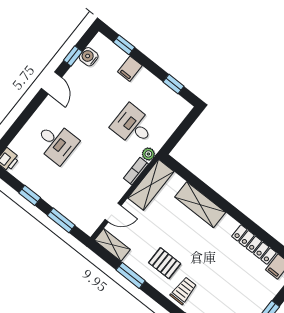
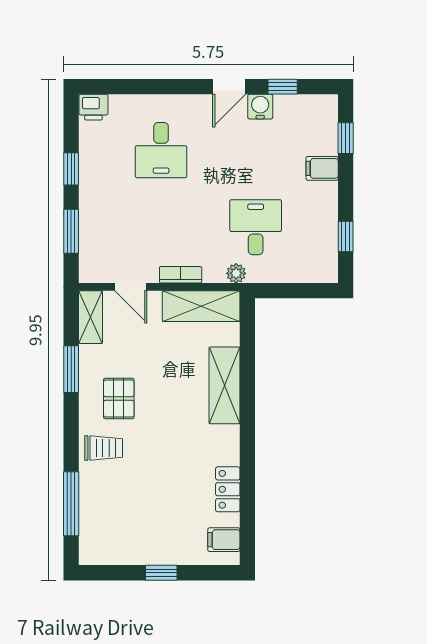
water cooler: (89, 57) -> (260, 107), moved
bookcase: (136, 171) -> (181, 275), moved
locker: (254, 244) -> (228, 489), width x0.66

